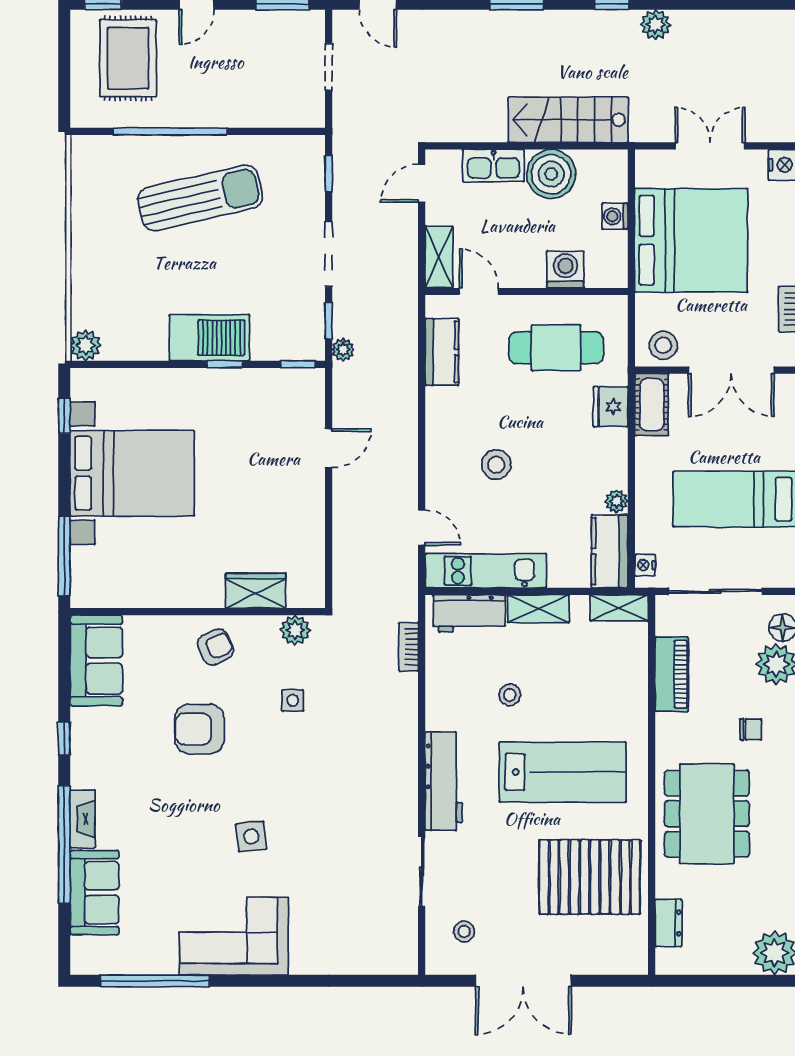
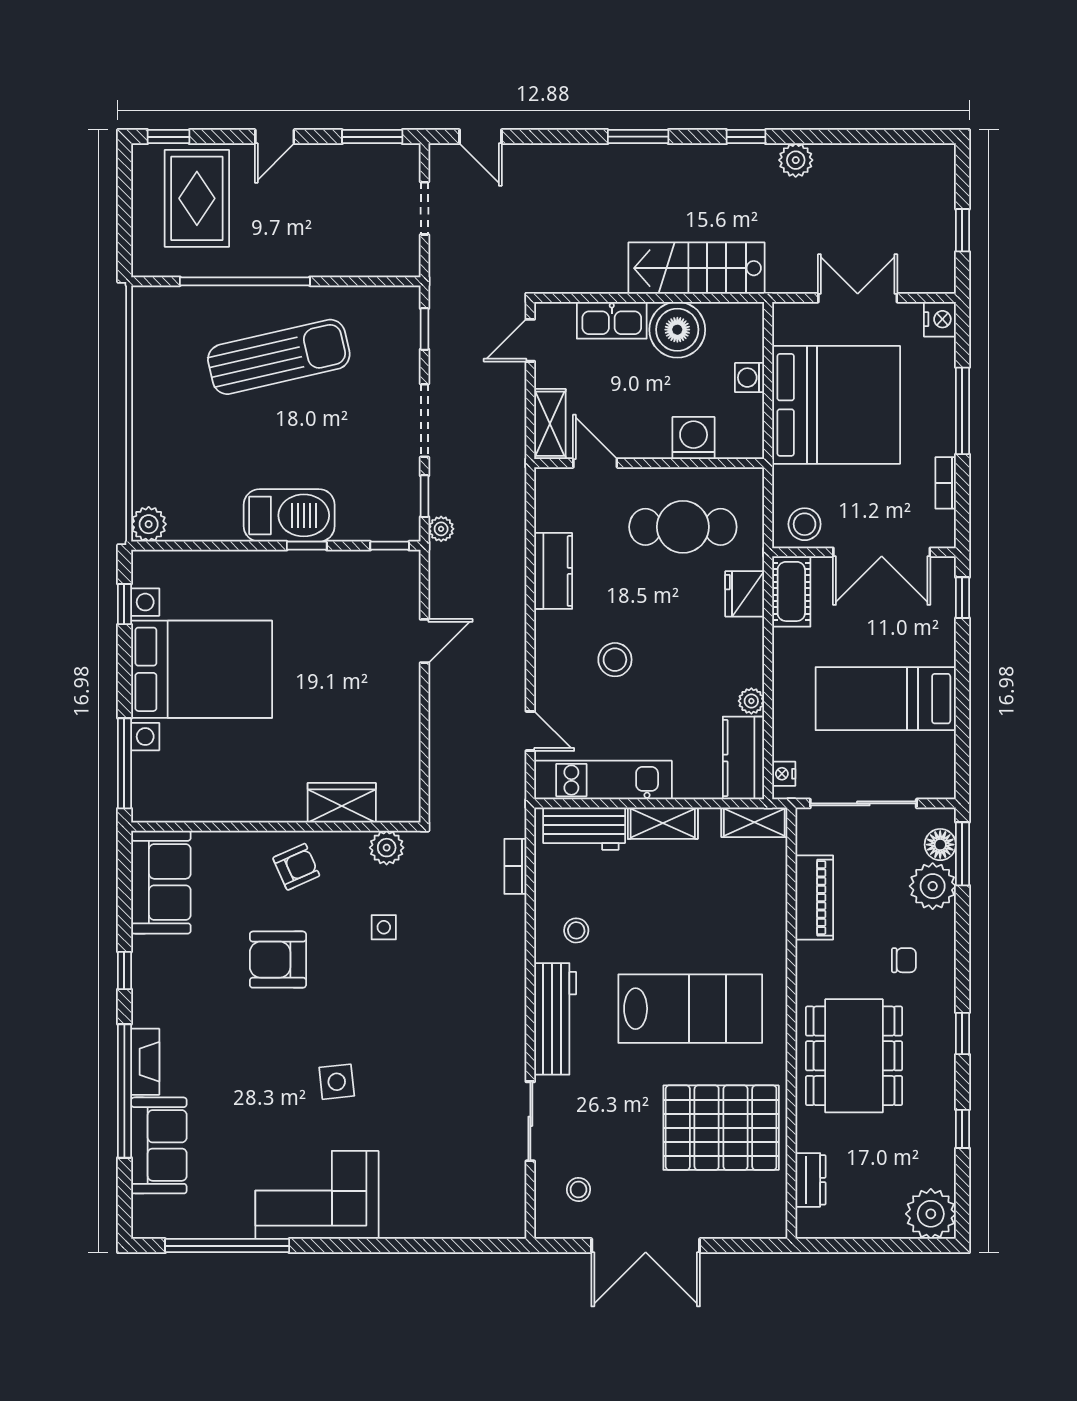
kitchen counter: (442, 352) -> (553, 571), moved
stool: (510, 695) -> (576, 930), moved

